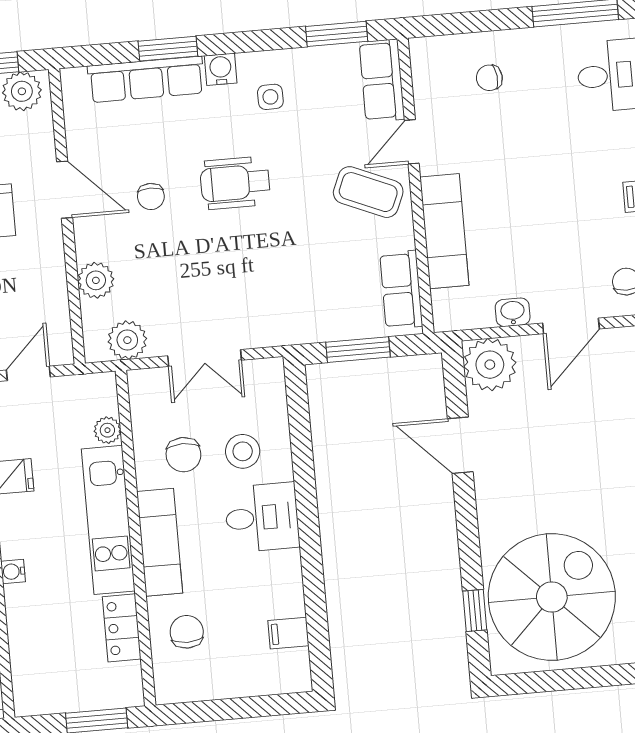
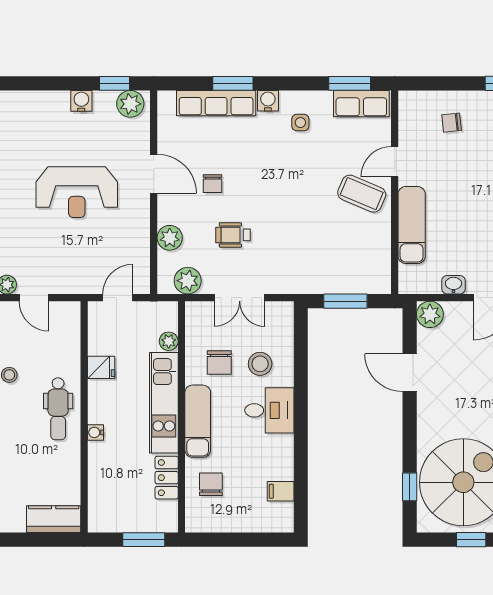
row of seats: (382, 81) -> (361, 104), moved, turned -90
wheelchair: (235, 183) -> (233, 235), moved, width x0.73, depth x0.73
row of seats: (401, 290) -> (378, 263), removed
plant: (490, 365) -> (430, 314), width x0.73, depth x0.73
window: (570, 679) -> (471, 540), added

